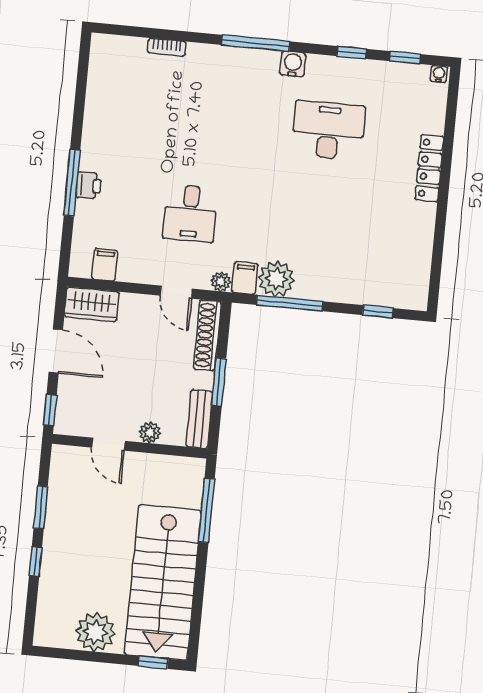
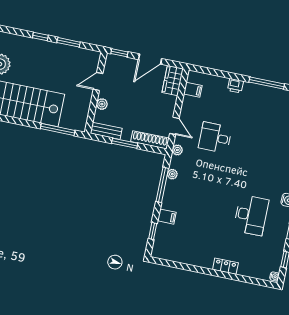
locker: (429, 168) -> (225, 266), width x0.66
window: (72, 183) -> (267, 83), moved
filing cabinet: (245, 278) -> (167, 217), moved
plant: (276, 279) -> (172, 174), width x0.53, depth x0.53
door: (176, 292) -> (174, 126), swing flipped

